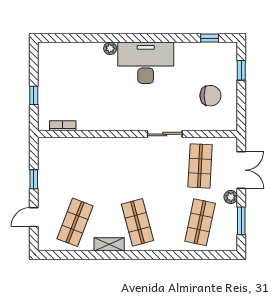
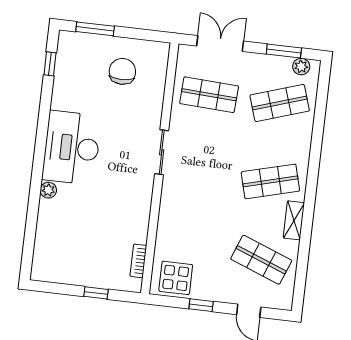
window: (241, 70) -> (95, 29), width x1.50
sliding door: (165, 134) -> (162, 152), moved
display table: (53, 157) -> (176, 278), added
plant: (231, 197) -> (301, 67), moved
shop shelf: (200, 222) -> (280, 103), turned -30

